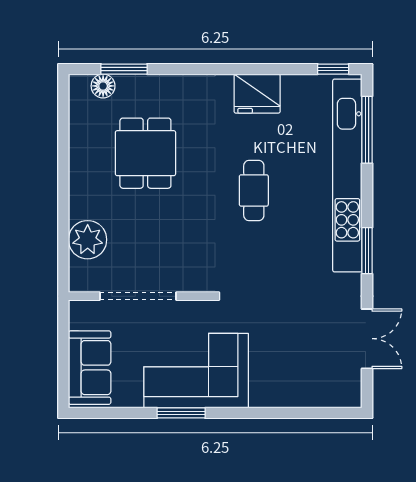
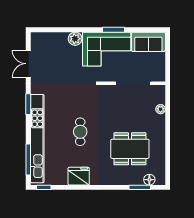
dining table: (145, 153) -> (130, 149), width x1.38
plant: (88, 240) -> (161, 109), width x0.53, depth x0.53
sofa: (90, 368) -> (148, 42), moved, turned -90
plant: (265, 393) -> (75, 39), added

